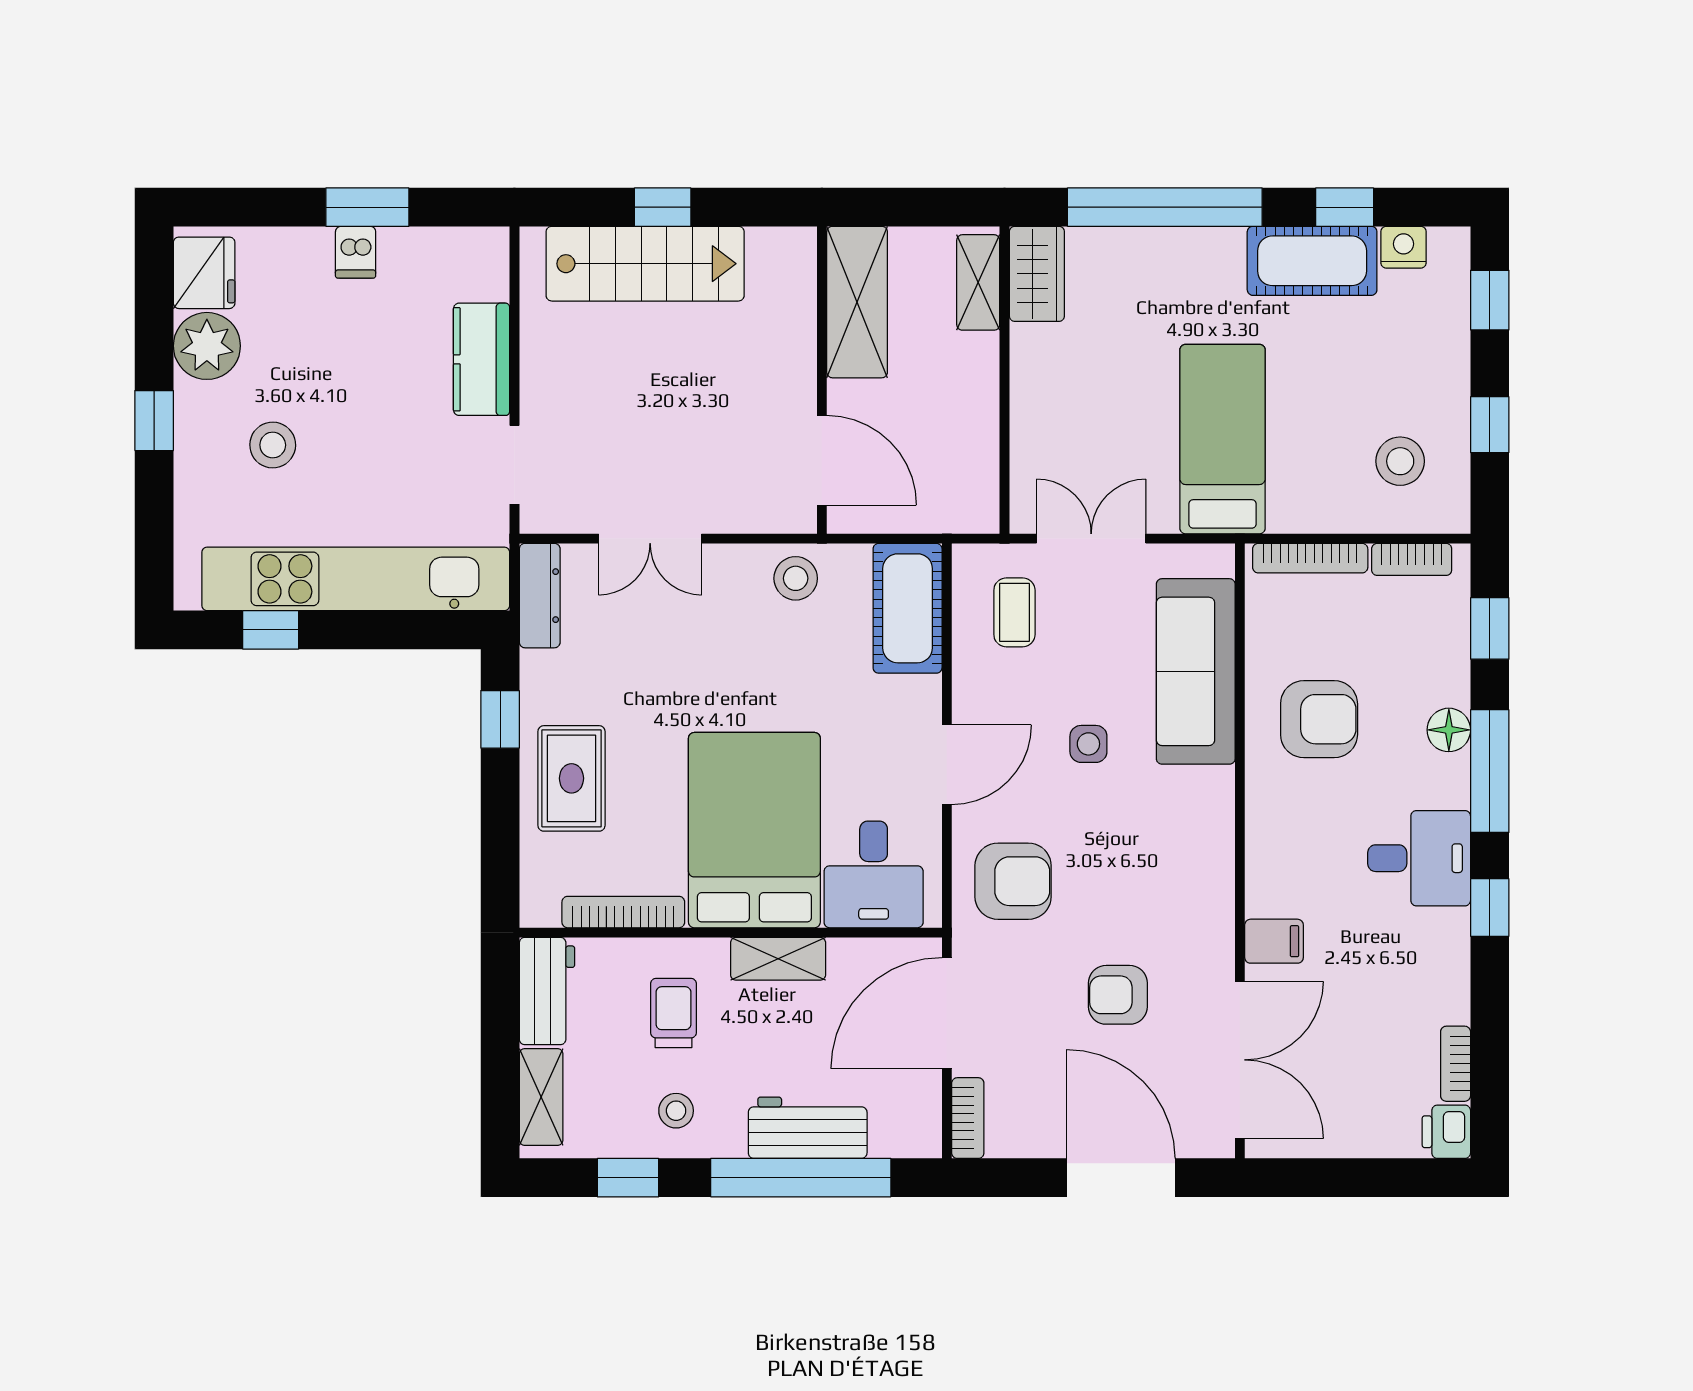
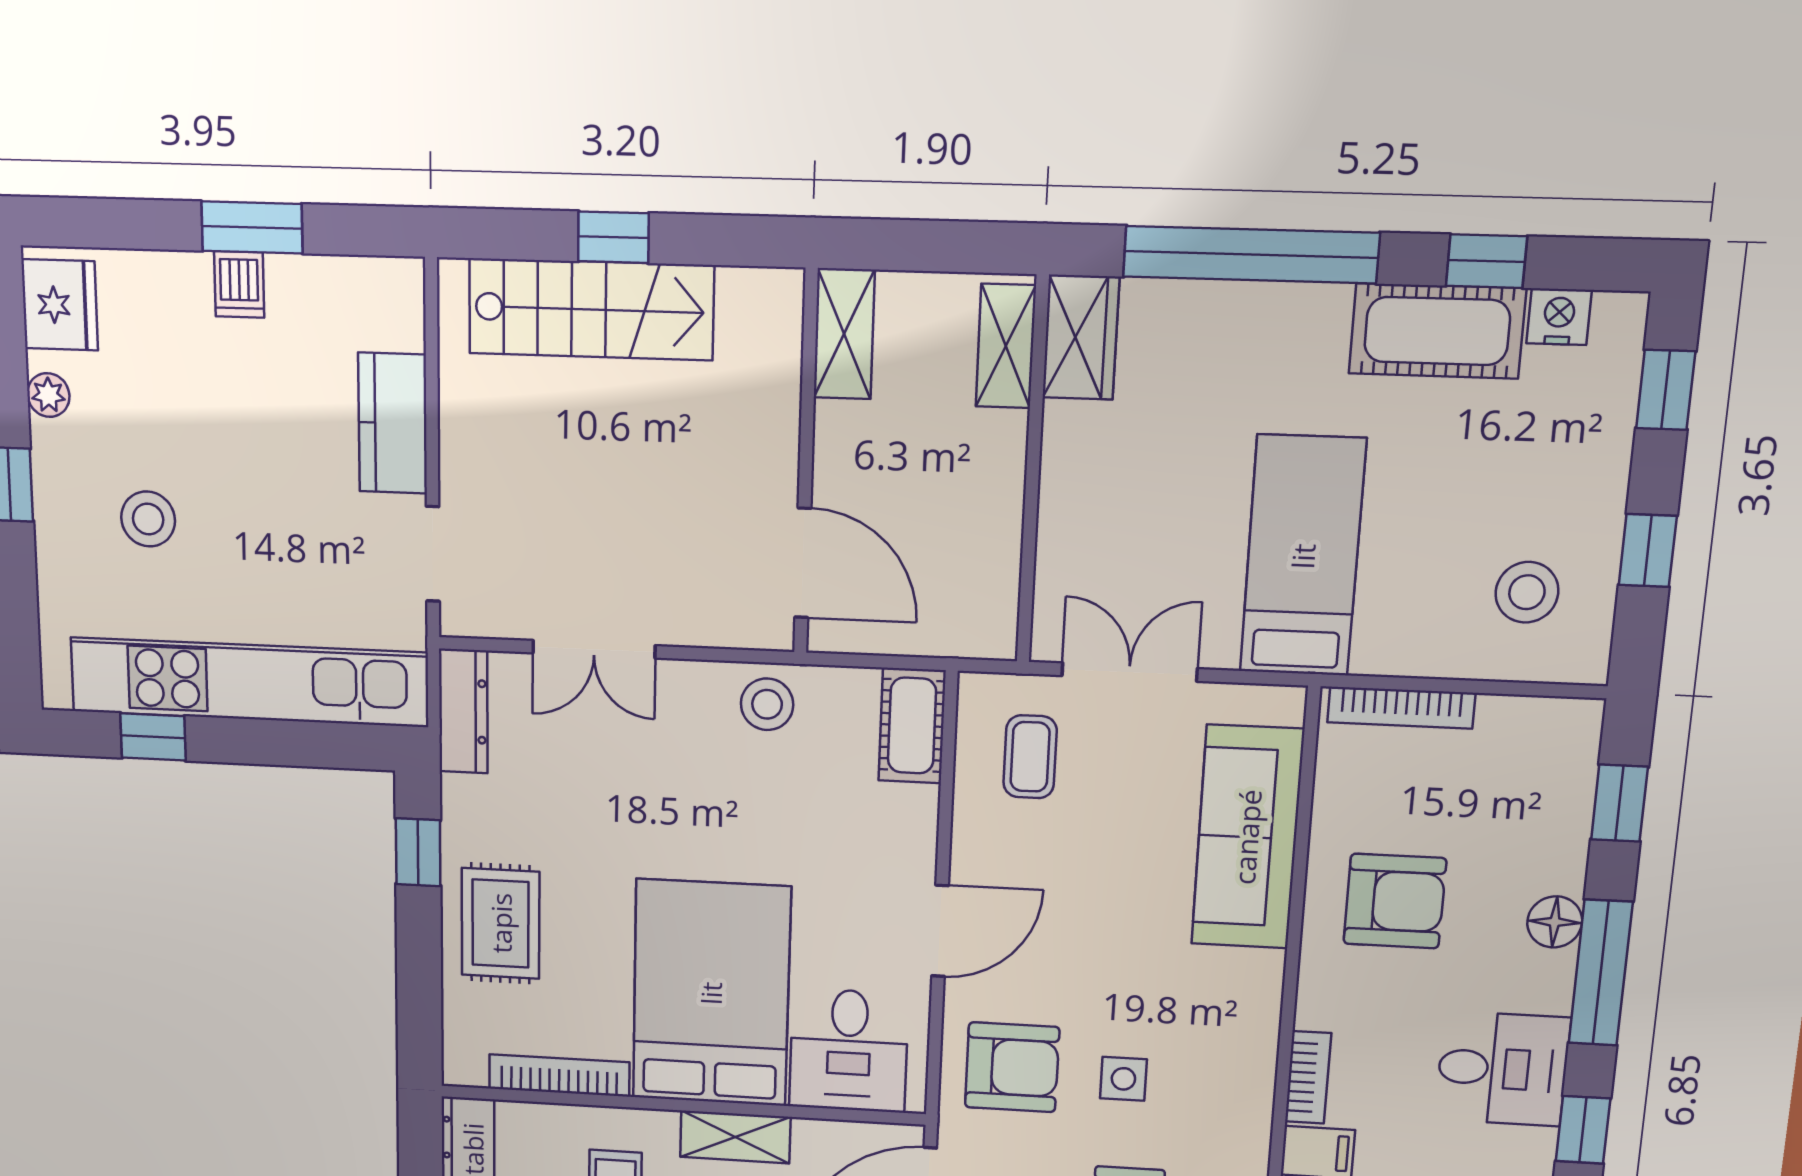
shelving: (857, 302) -> (844, 334), width x0.67, depth x0.75
plant: (207, 346) -> (48, 395), width x0.53, depth x0.53
bookcase: (1412, 559) -> (1308, 1077), moved, turned -90
cot: (908, 608) -> (912, 726), width x0.73, depth x0.75
side table: (1088, 744) -> (1123, 1079), moved

